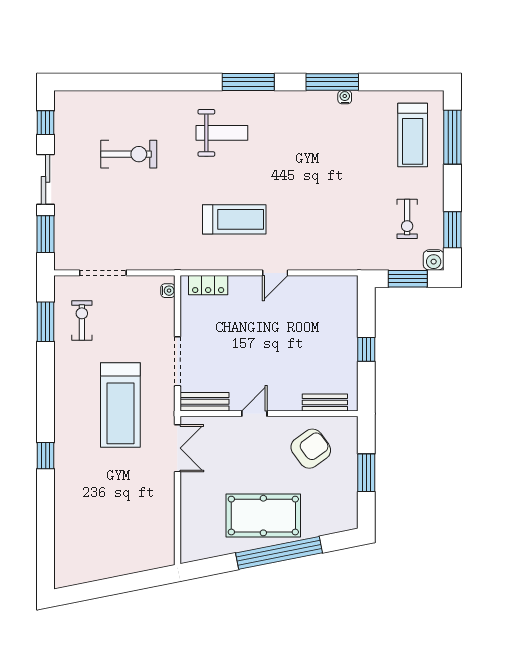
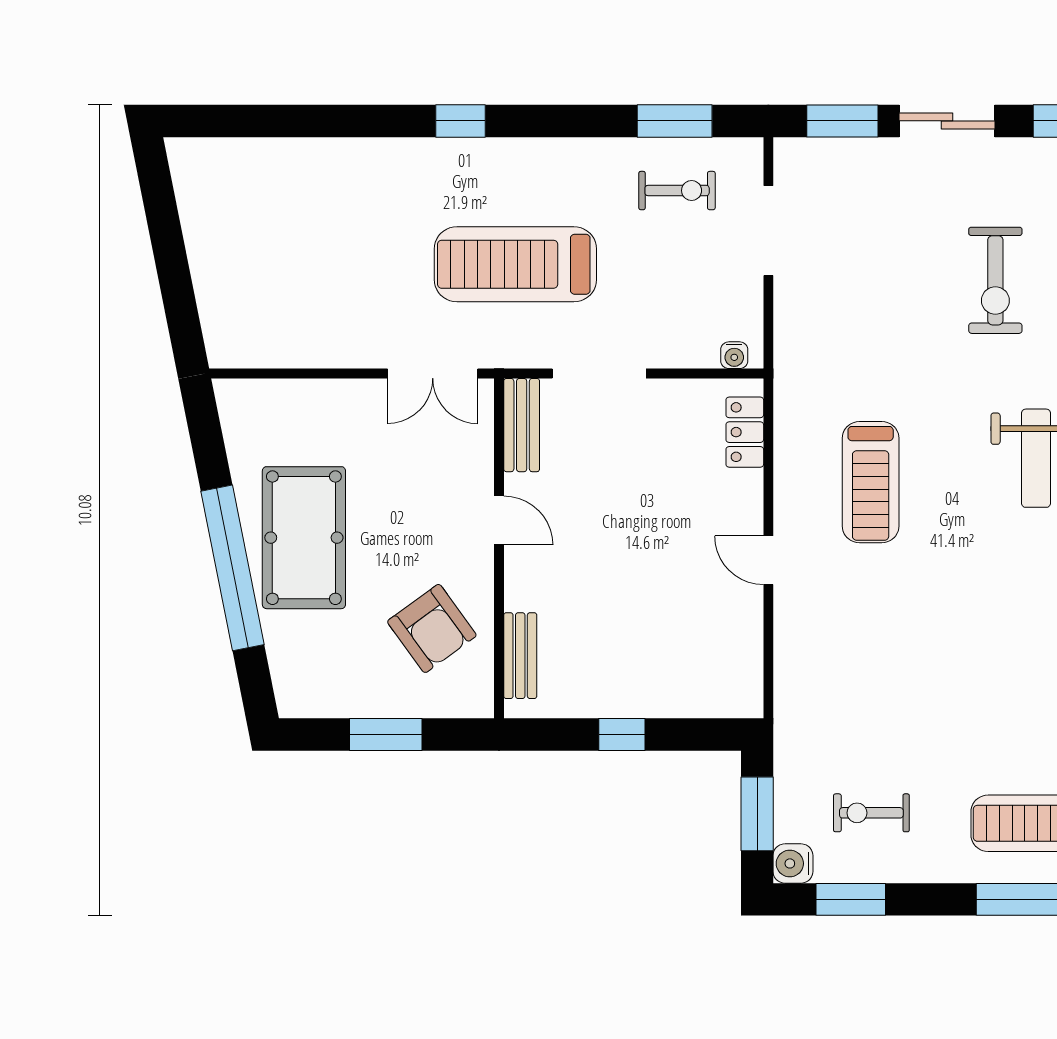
window: (46, 456) -> (460, 121), moved

